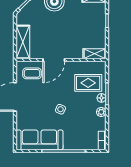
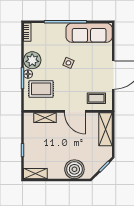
shelving: (95, 54) -> (45, 118), moved
door: (54, 60) -> (75, 111), swing flipped
plant: (101, 112) -> (32, 60), width x1.87, depth x1.87

